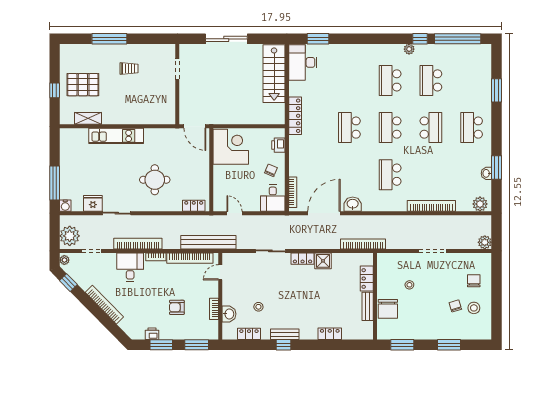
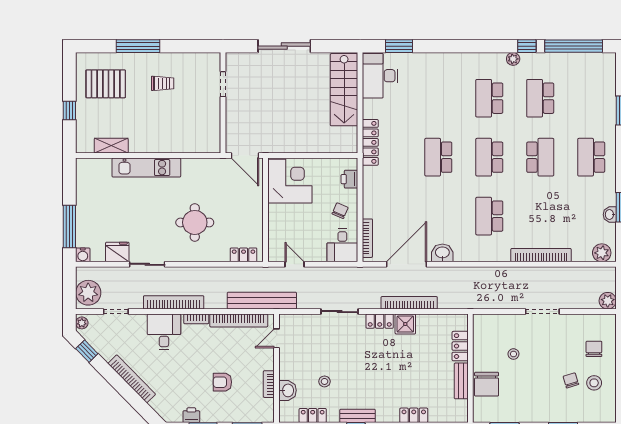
pallet: (83, 85) -> (106, 84), moved
bookcase: (363, 244) -> (409, 303), moved

